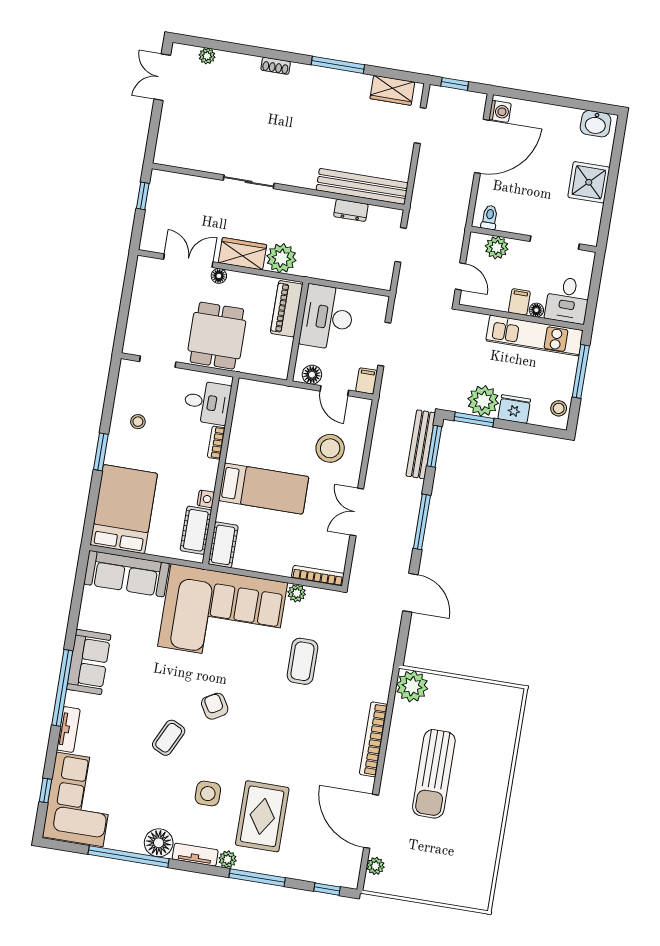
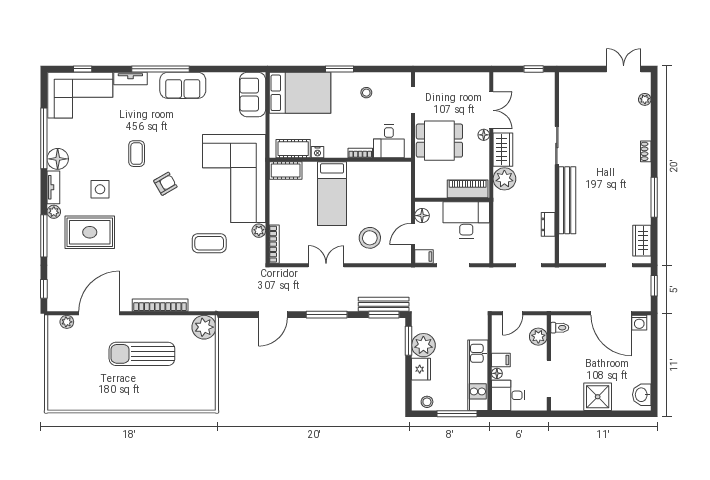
bench: (362, 186) -> (567, 200), moved
sofa: (126, 574) -> (253, 95), width x0.73
coffee table: (169, 738) -> (137, 154), turned 64

